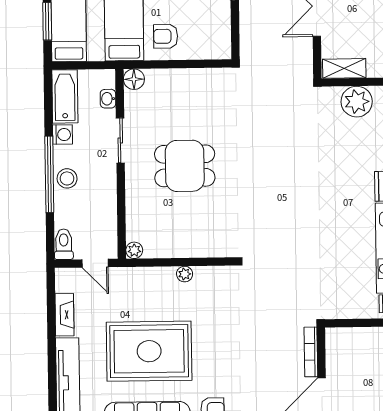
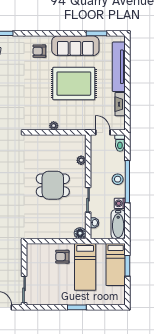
armchair: (166, 36) -> (62, 257), turned 180
plant: (134, 250) -> (81, 160), moved

